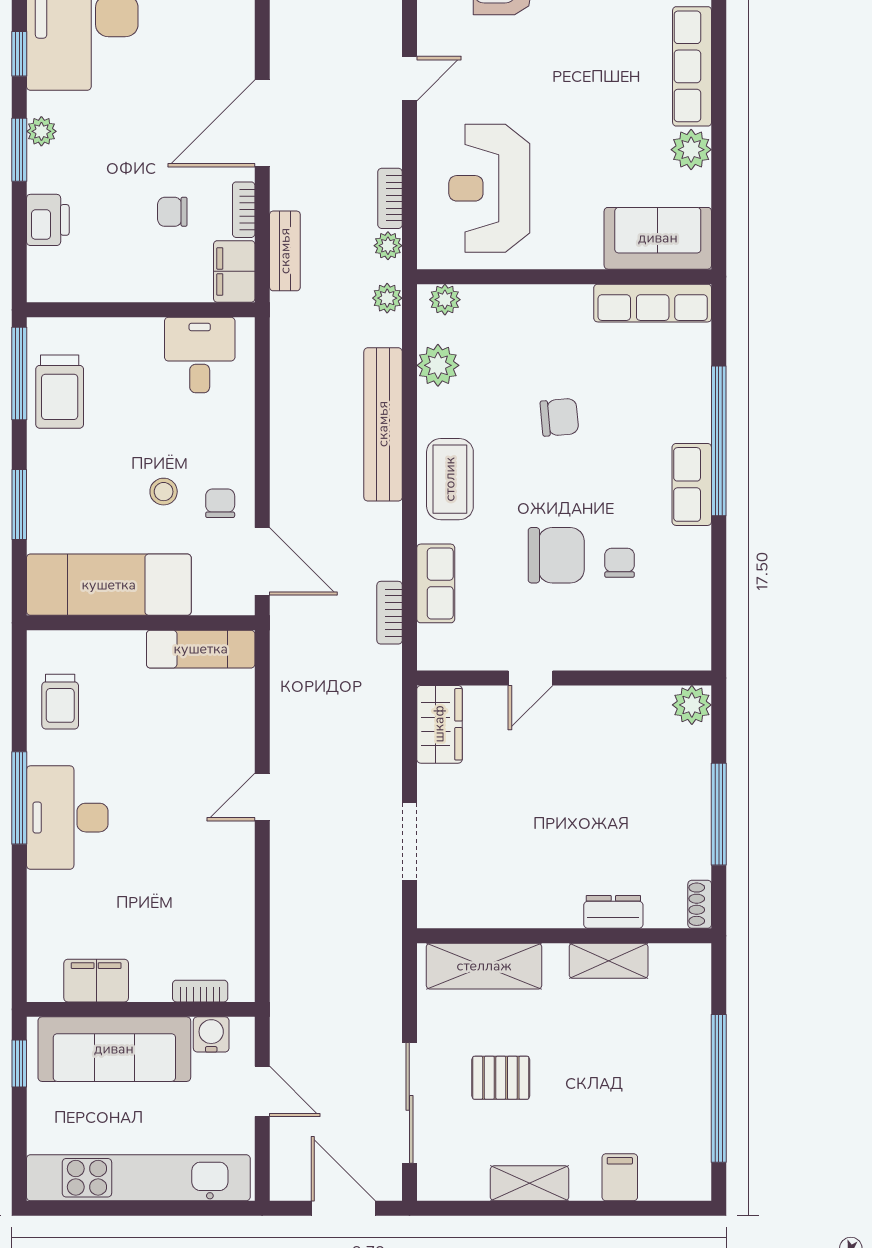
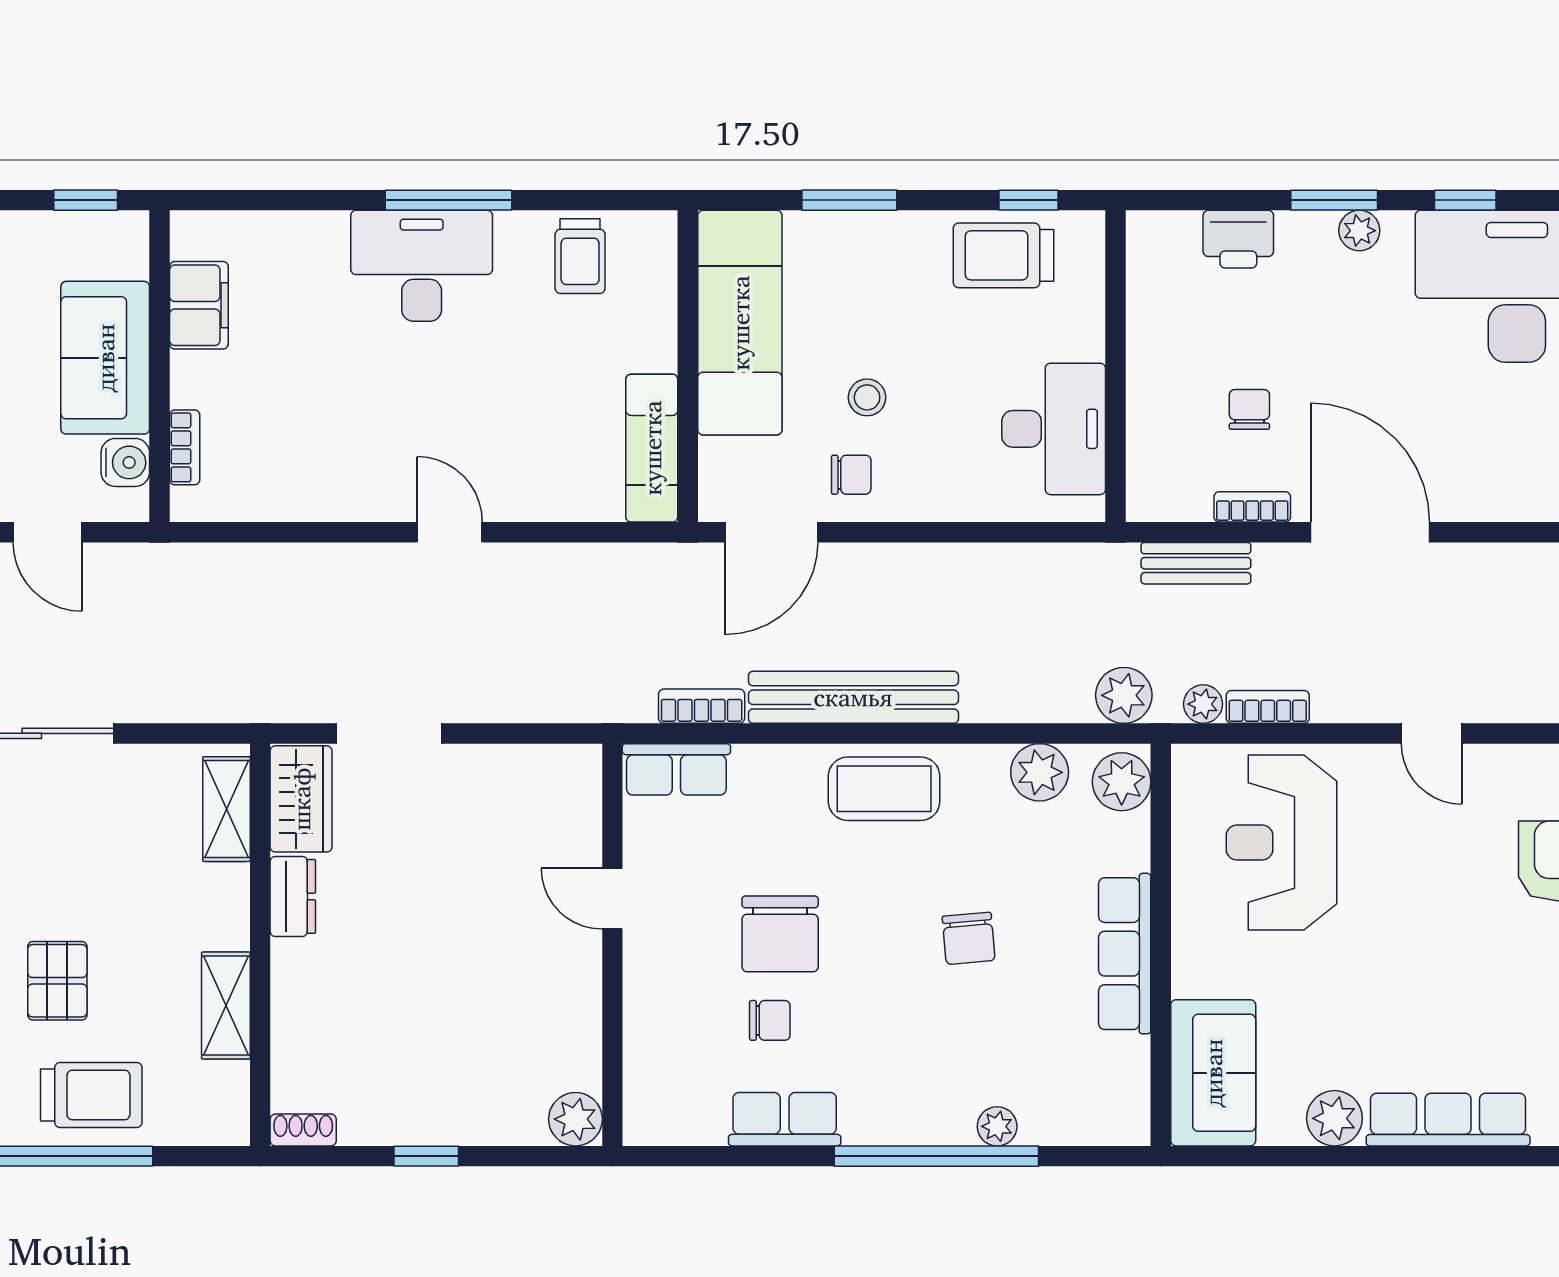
reception desk: (489, 188) -> (1281, 843), turned -90
filing cabinet: (234, 271) -> (1168, 494), removed
plant: (387, 298) -> (1124, 695), width x1.38, depth x1.38
plant: (445, 300) -> (1122, 782), width x1.38, depth x1.38
row of seats: (653, 303) -> (1125, 954), moved
desk: (200, 355) -> (1054, 429), width x1.37
window: (19, 373) -> (1028, 200), width x0.46
plant: (697, 396) -> (997, 1126), added
bench: (383, 424) -> (853, 697), moved
row of seats: (692, 484) -> (785, 1119), moved
row of seats: (436, 583) -> (676, 769), moved
trolley: (60, 702) -> (580, 256), turned -90
wardrobe: (439, 724) -> (301, 799), moved, turned -90
window: (719, 814) -> (426, 1156), width x0.46
dresser: (613, 912) -> (293, 896), moved
shelving: (484, 966) -> (226, 809), width x0.67, depth x0.75
sofa: (114, 1049) -> (105, 358), width x0.73
trolley: (674, 1059) -> (91, 1095), added
pallet: (501, 1078) -> (57, 981), moved
door: (262, 1091) -> (47, 532), hinge flipped

